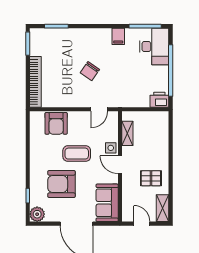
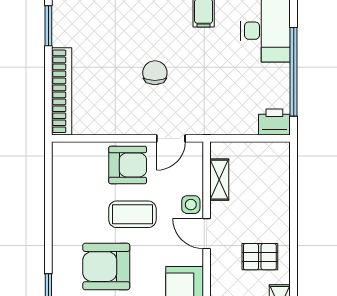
chair: (90, 71) -> (155, 73), turned 145
armchair: (56, 123) -> (128, 165), moved, turned -90

